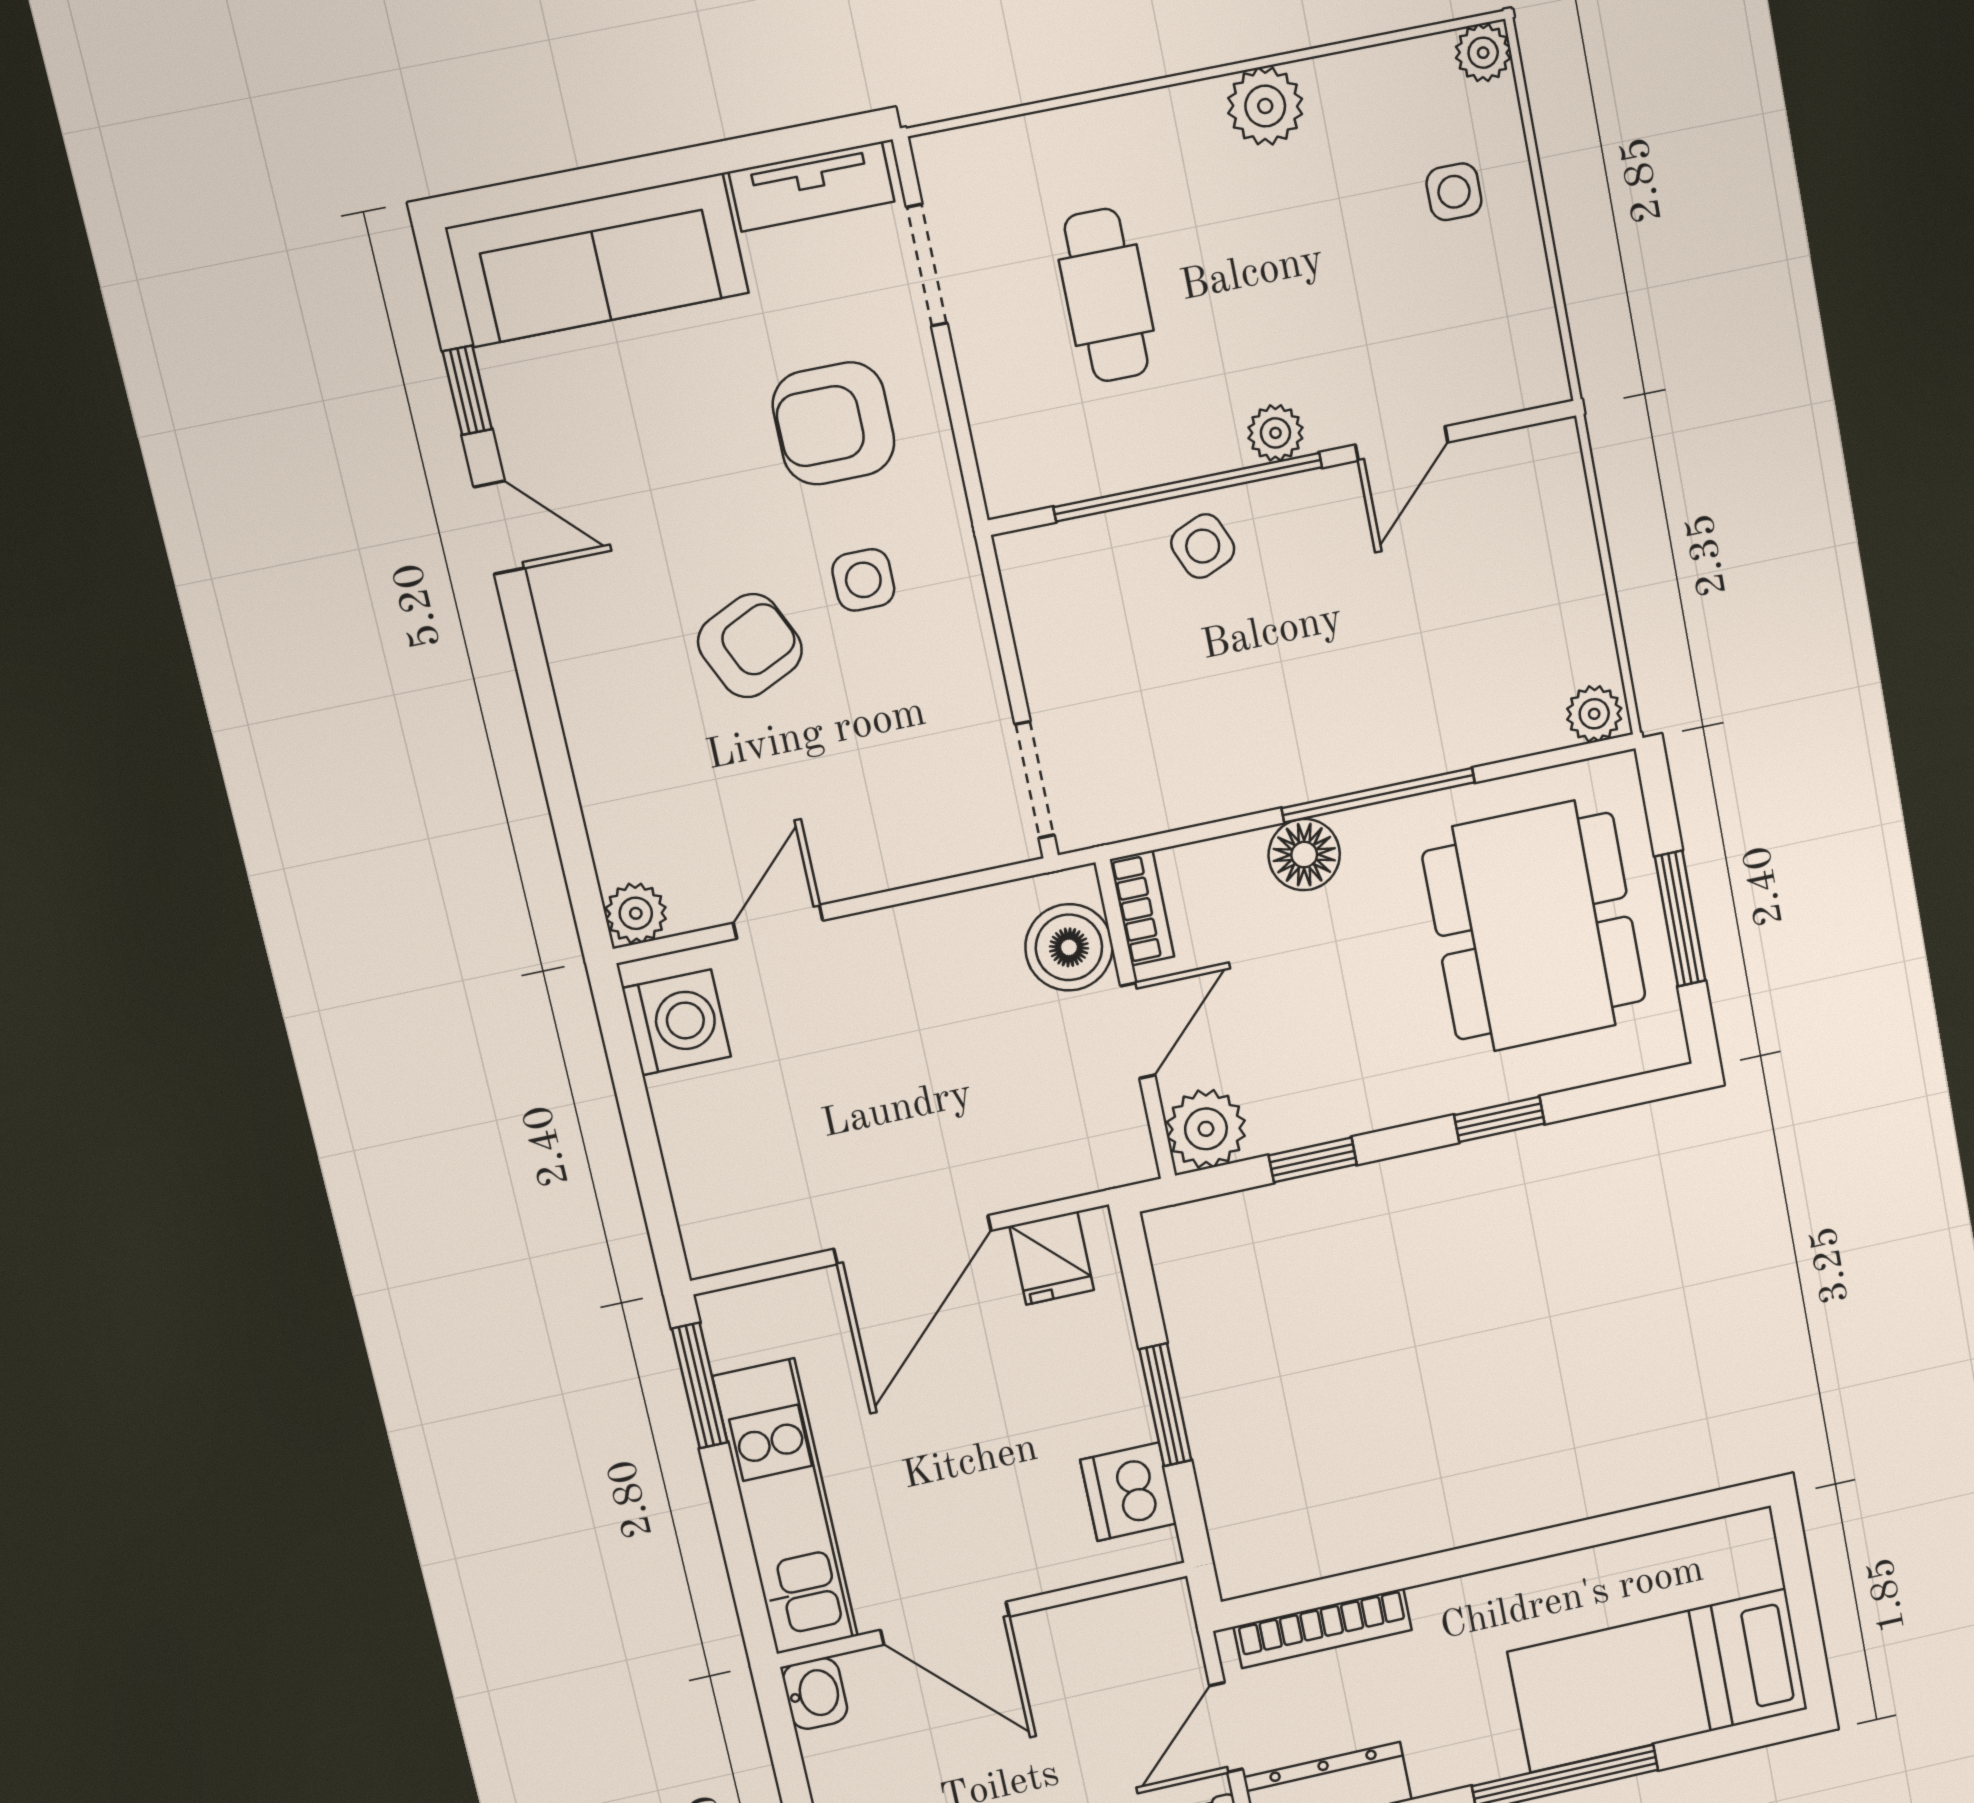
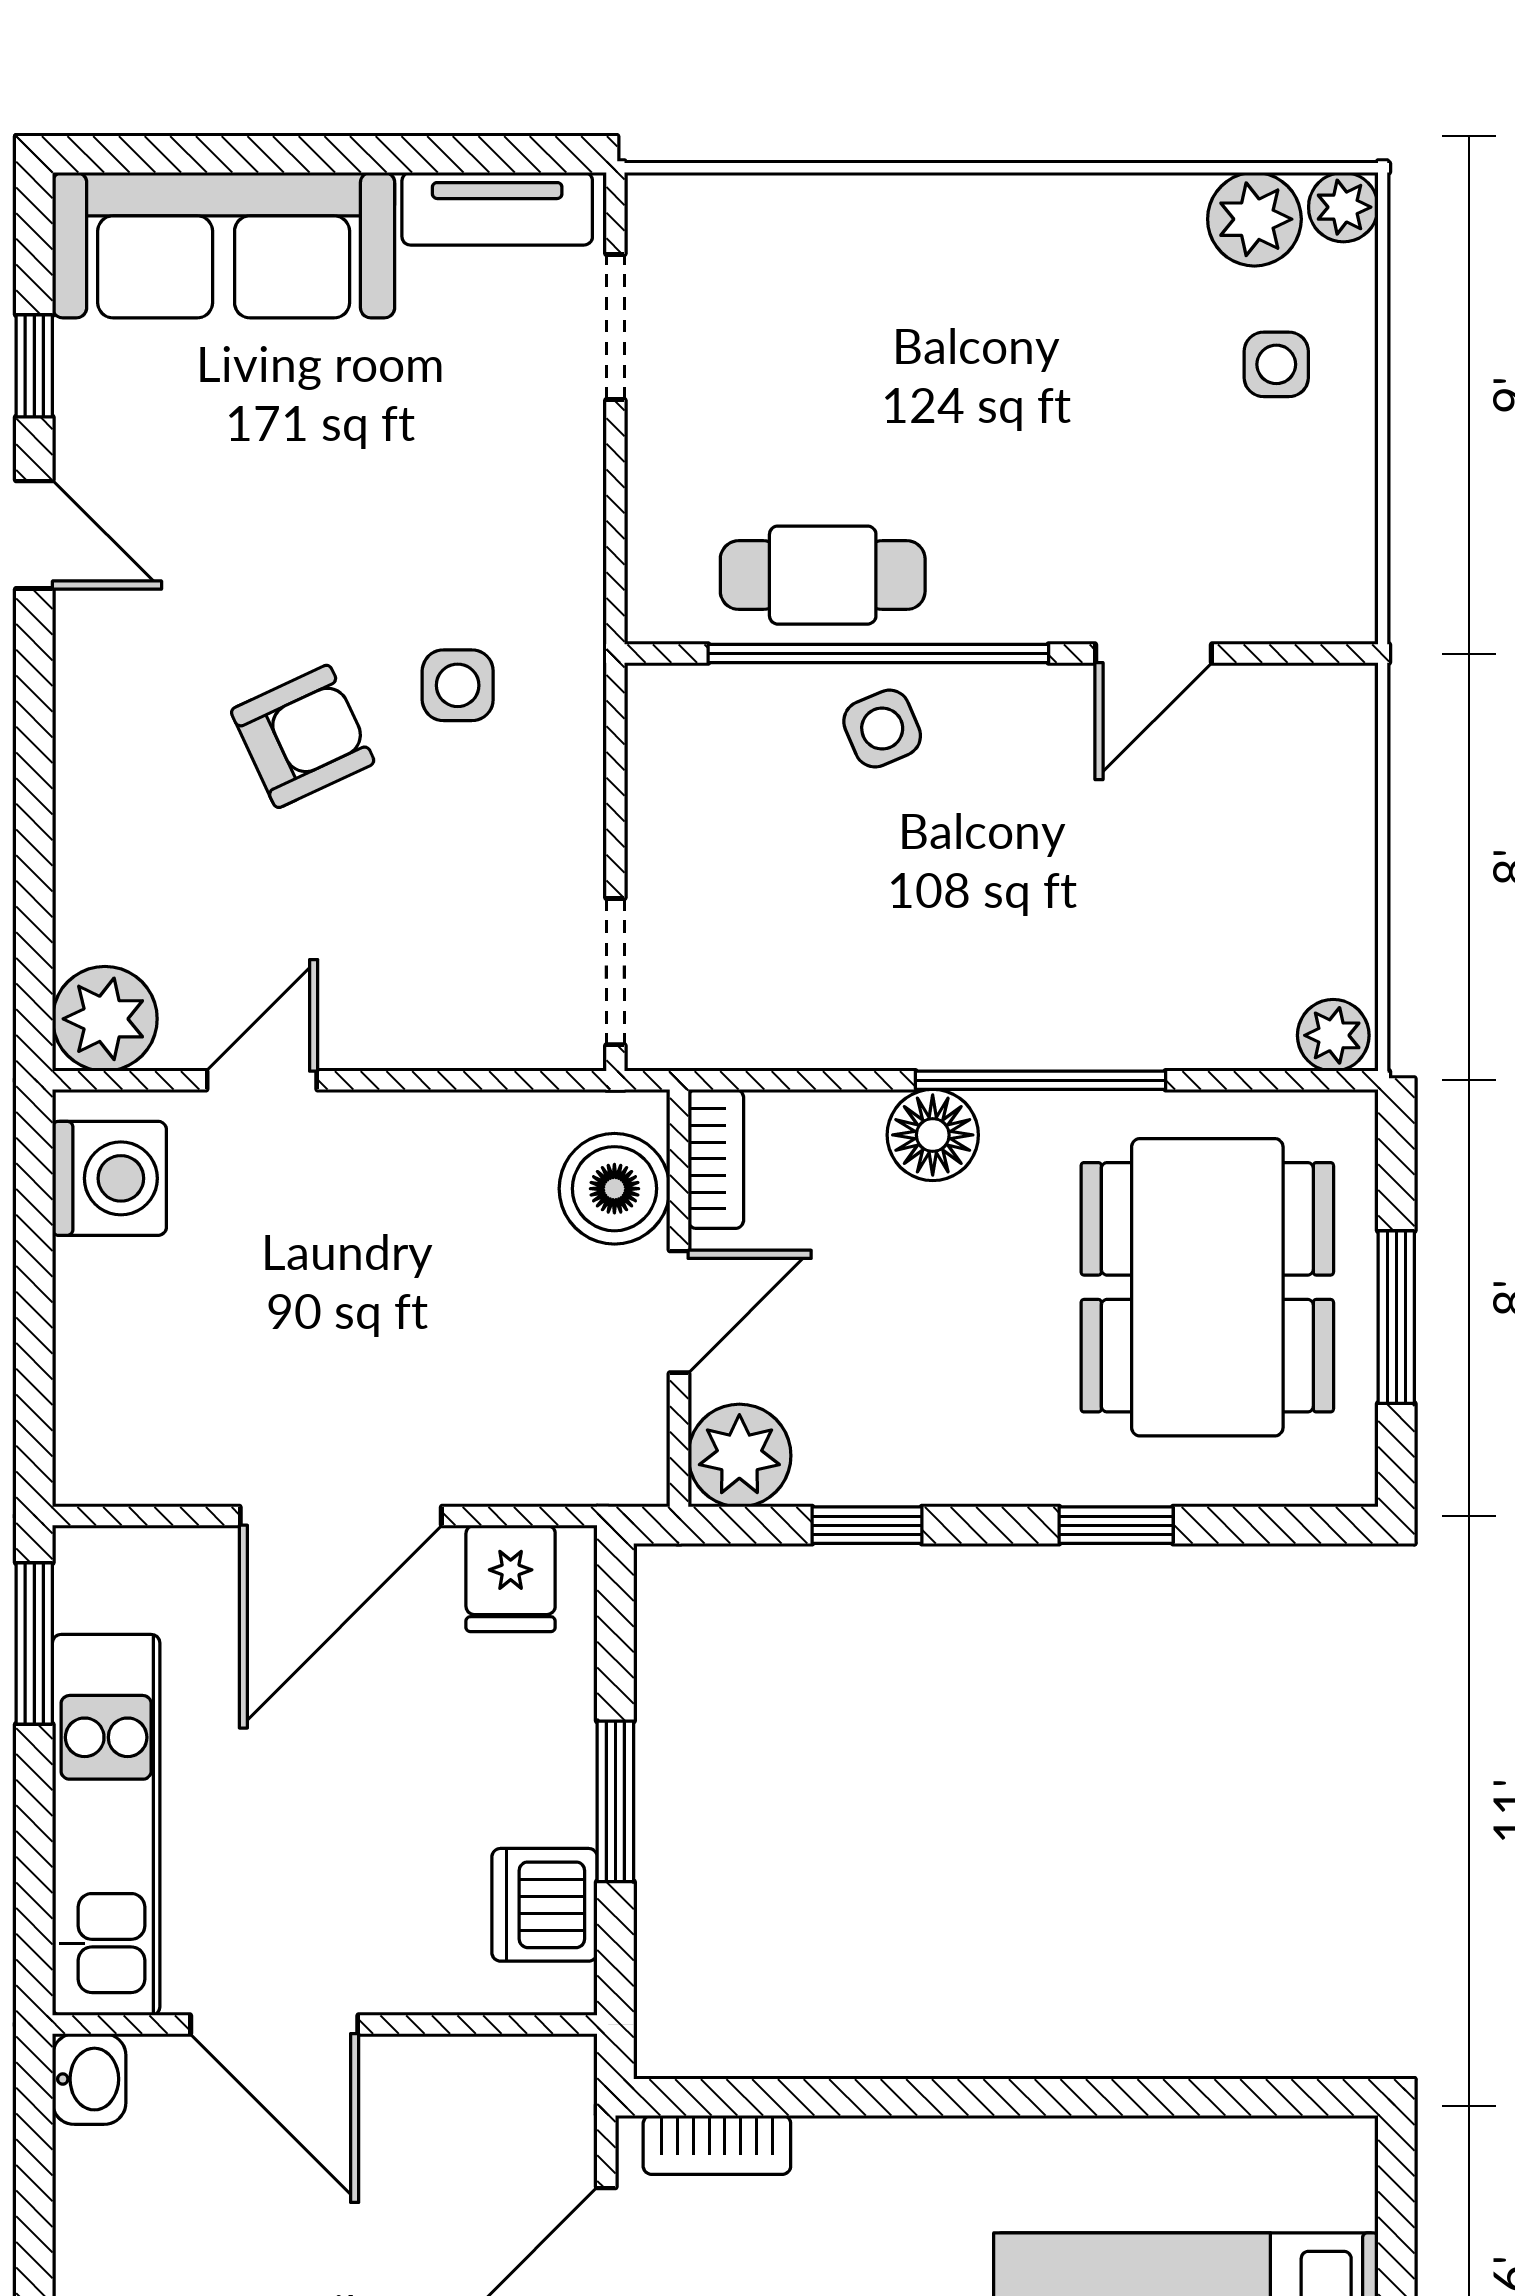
plant: (1265, 106) -> (1254, 219), moved
cafe table: (1106, 295) -> (823, 575), moved, turned 90
armchair: (834, 423) -> (462, 491), removed
plant: (1275, 433) -> (1000, 610), removed
plant: (636, 913) -> (105, 1019), width x1.38, depth x1.38
bookcase: (1323, 1628) -> (717, 2145), width x0.64

